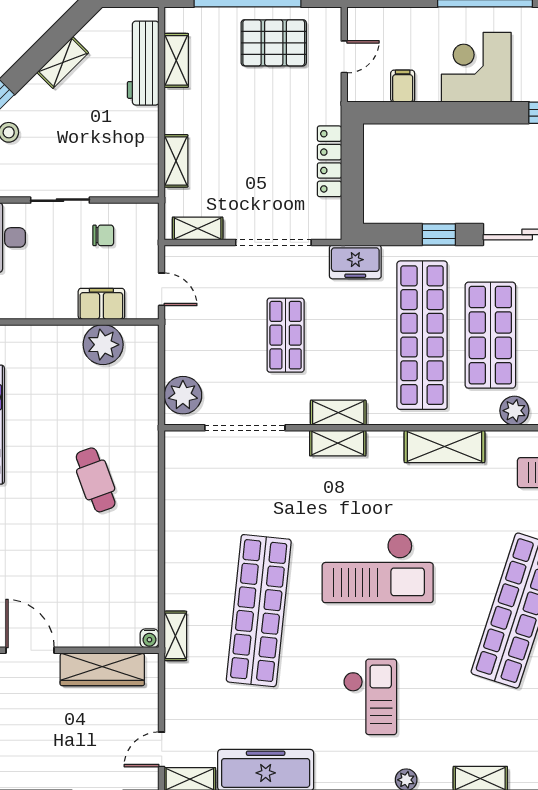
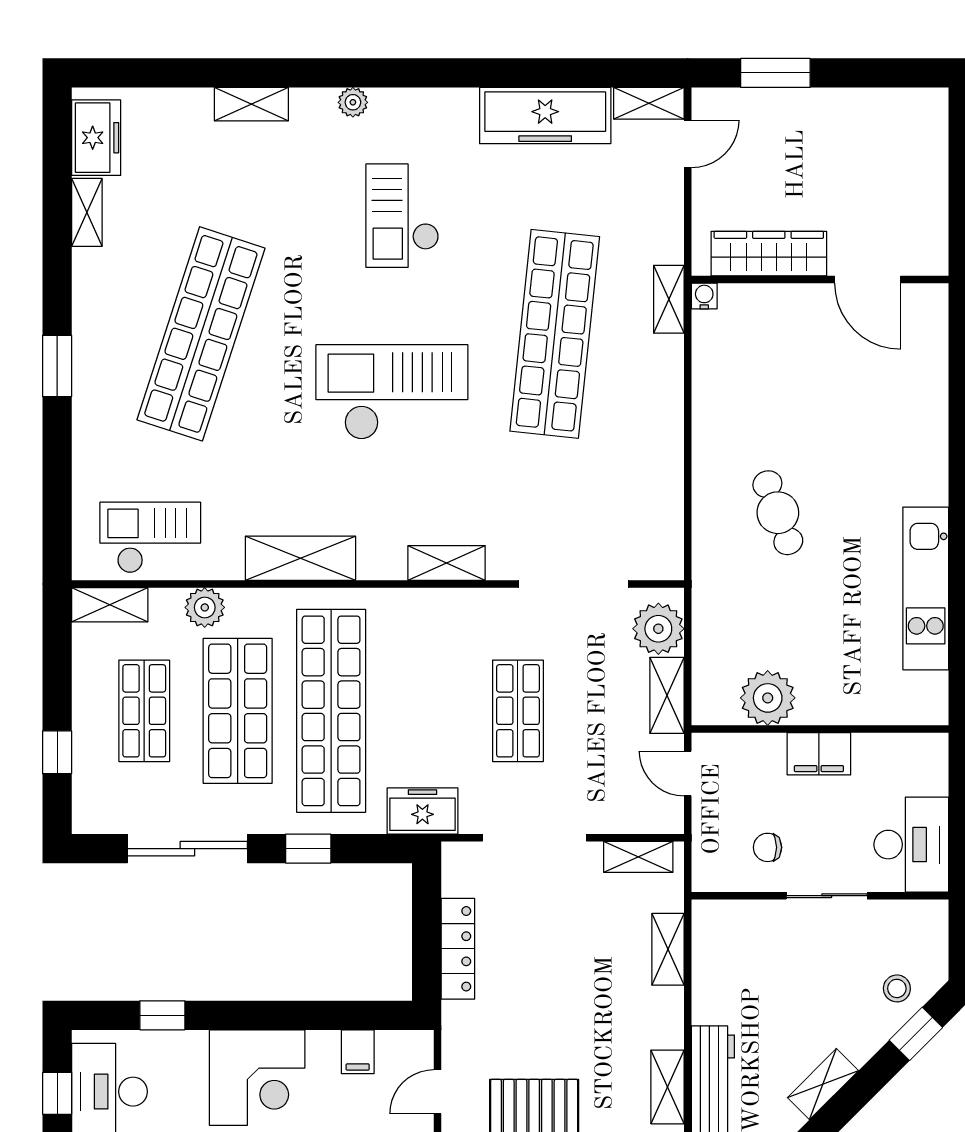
filing cabinet: (101, 304) -> (819, 754), moved
shelving: (338, 413) -> (667, 695), moved, turned 90

